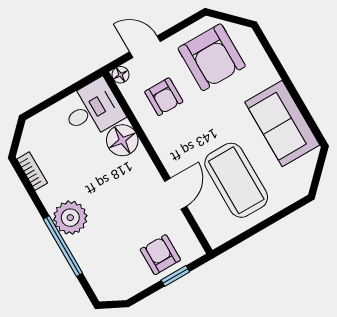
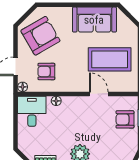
armchair: (212, 57) -> (40, 36), turned -30
armchair: (164, 97) -> (46, 71), turned 180
floor lamp: (122, 140) -> (56, 101), width x0.53, depth x0.53

